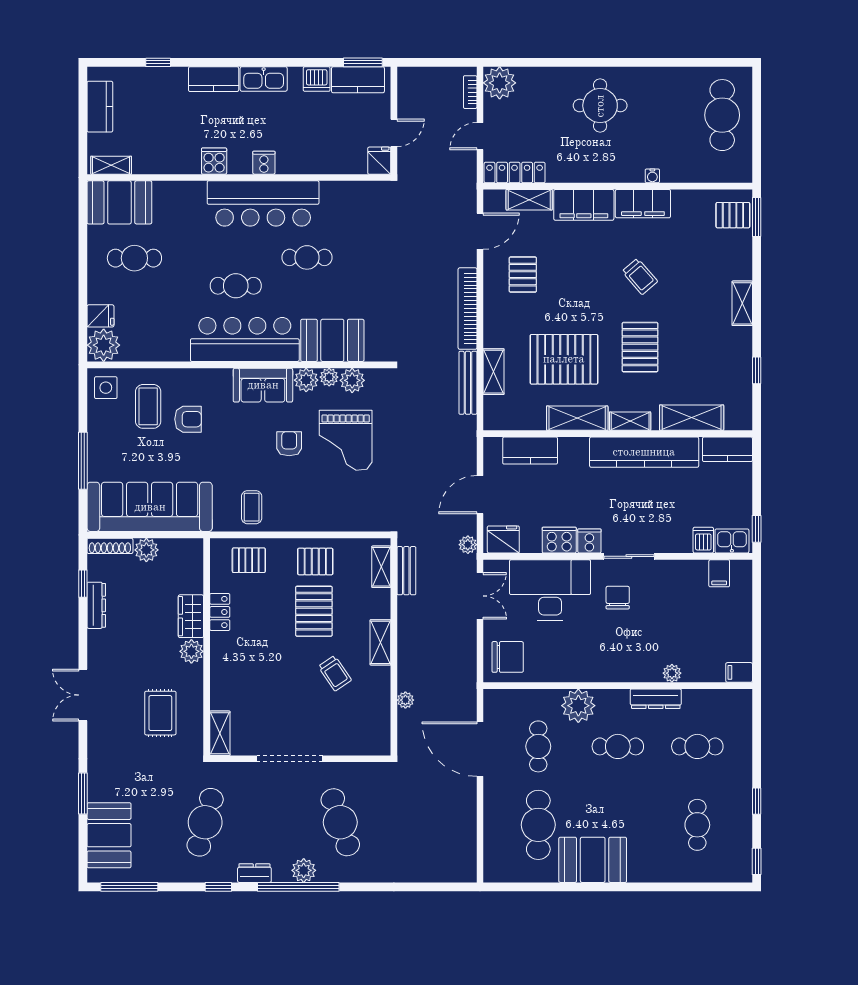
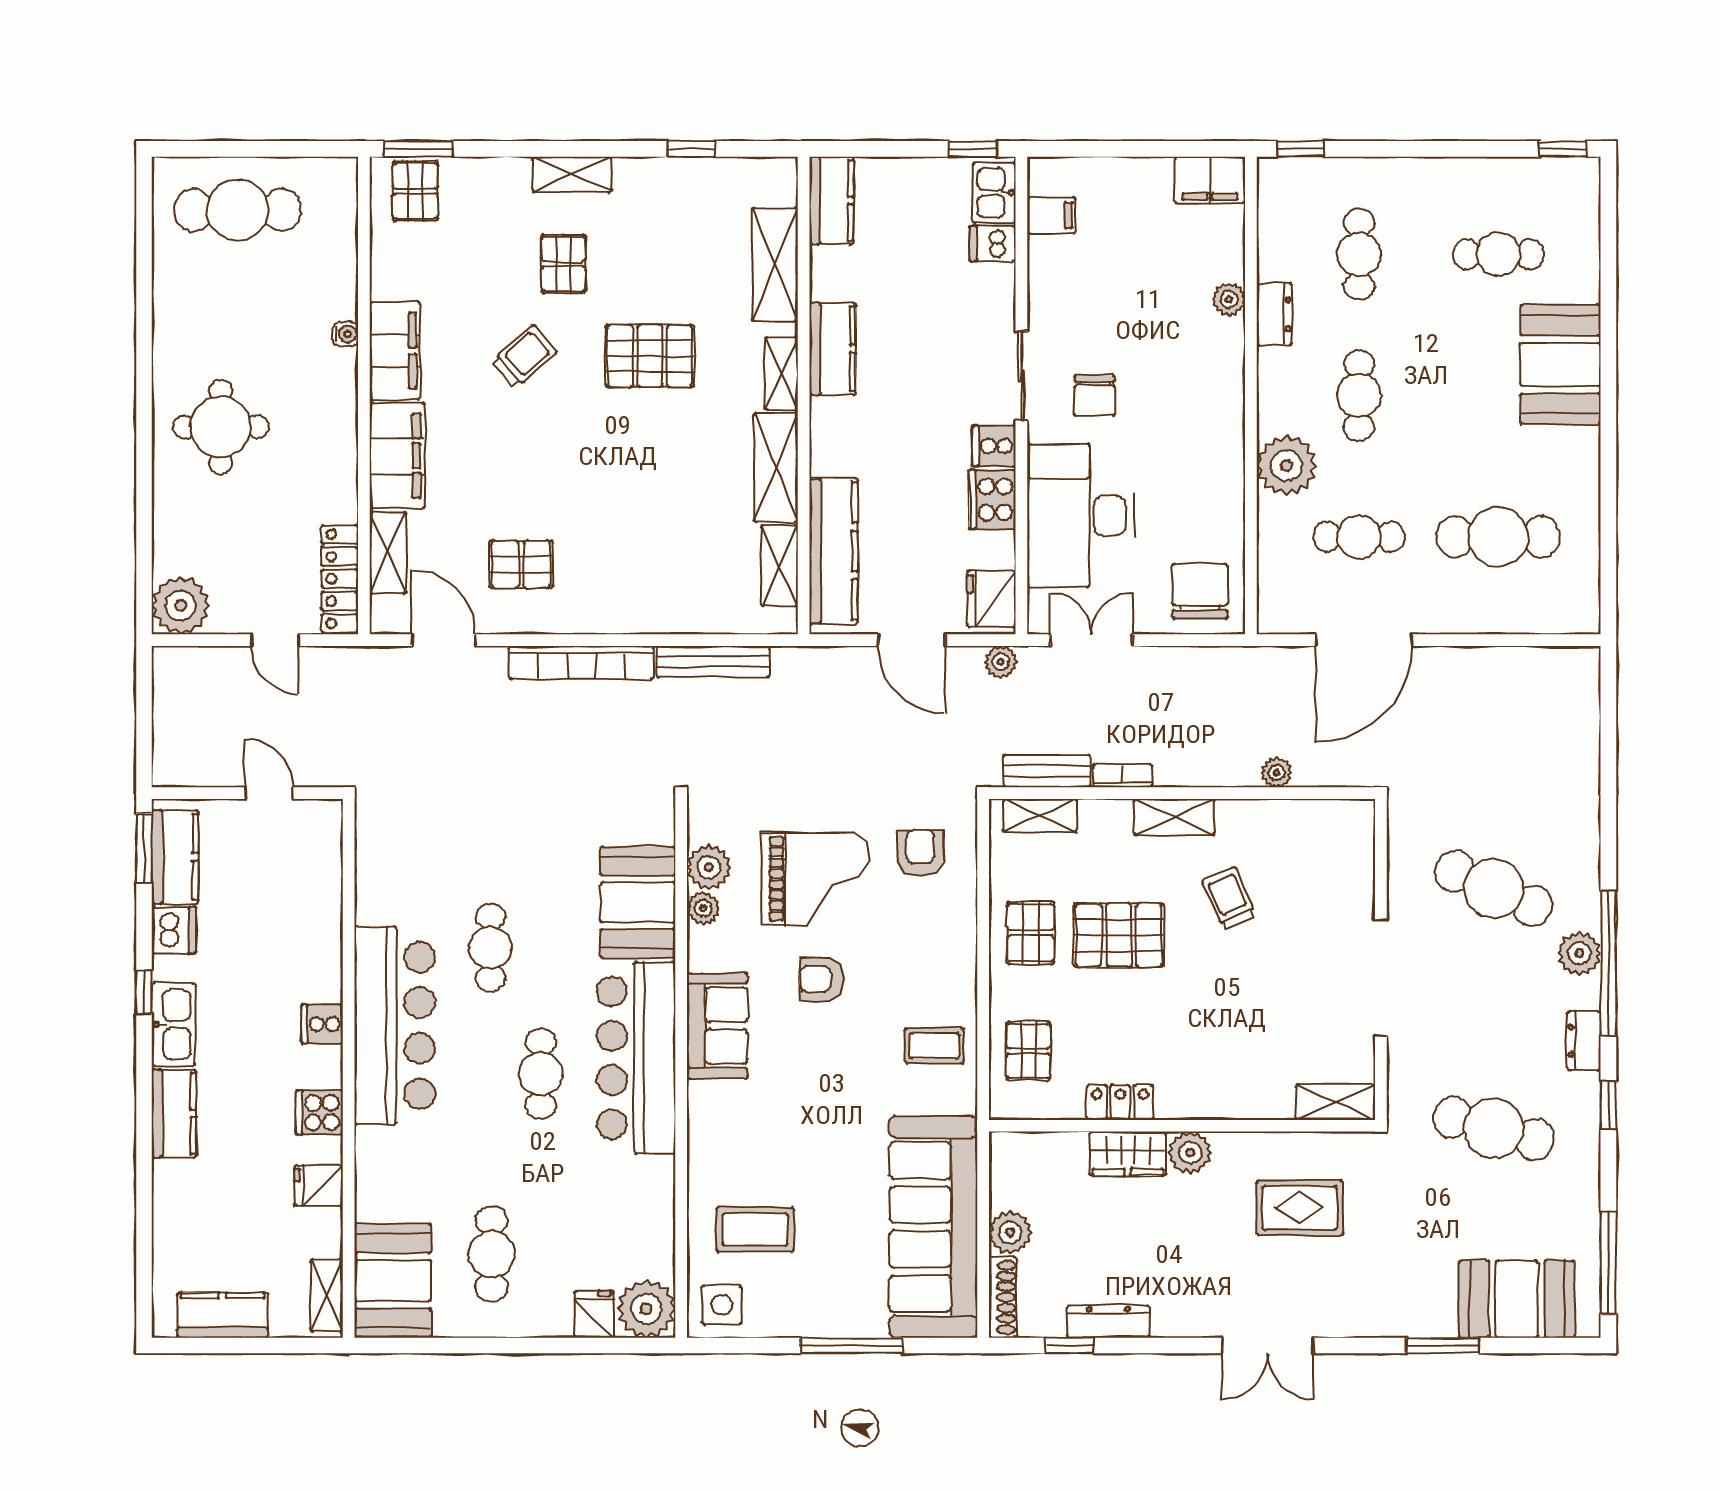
window: (158, 62) -> (144, 992), moved
bookcase: (470, 92) -> (1122, 776), moved, turned 180
fridge: (379, 161) -> (319, 1186), moved
pallet: (564, 359) -> (563, 264), moved, width x0.49, depth x0.50
shelving: (494, 372) -> (779, 566), moved, turned 90
plant: (306, 380) -> (708, 949), removed
armchair: (188, 419) -> (920, 853), moved
kitchen counter: (530, 451) -> (834, 551), width x1.50
kitchen counter: (644, 452) -> (832, 349), width x0.48, depth x0.86
chair: (618, 598) -> (1095, 396), turned -90
filing cabinet: (739, 672) -> (1210, 180), width x2.00
trolley: (335, 673) -> (1229, 898), turned -80
dresser: (656, 699) -> (1274, 314), width x0.70
window: (757, 801) -> (1301, 149), moved
cafe table: (340, 822) -> (1494, 888), turned 42
booth: (593, 860) -> (1560, 364), moved

